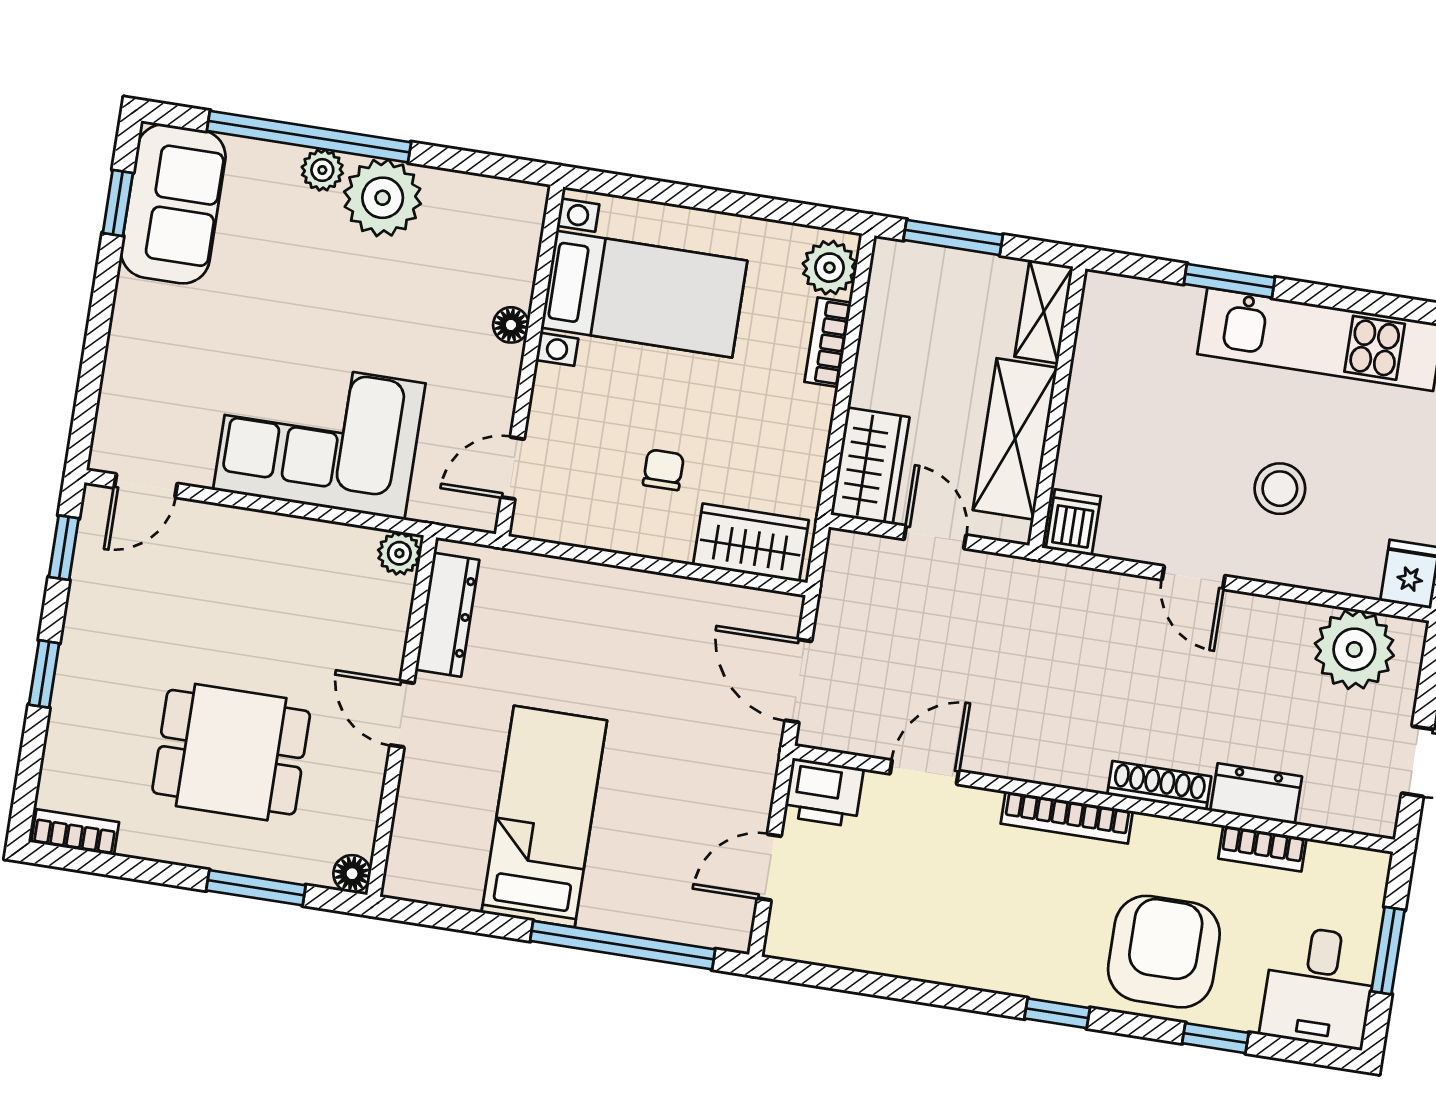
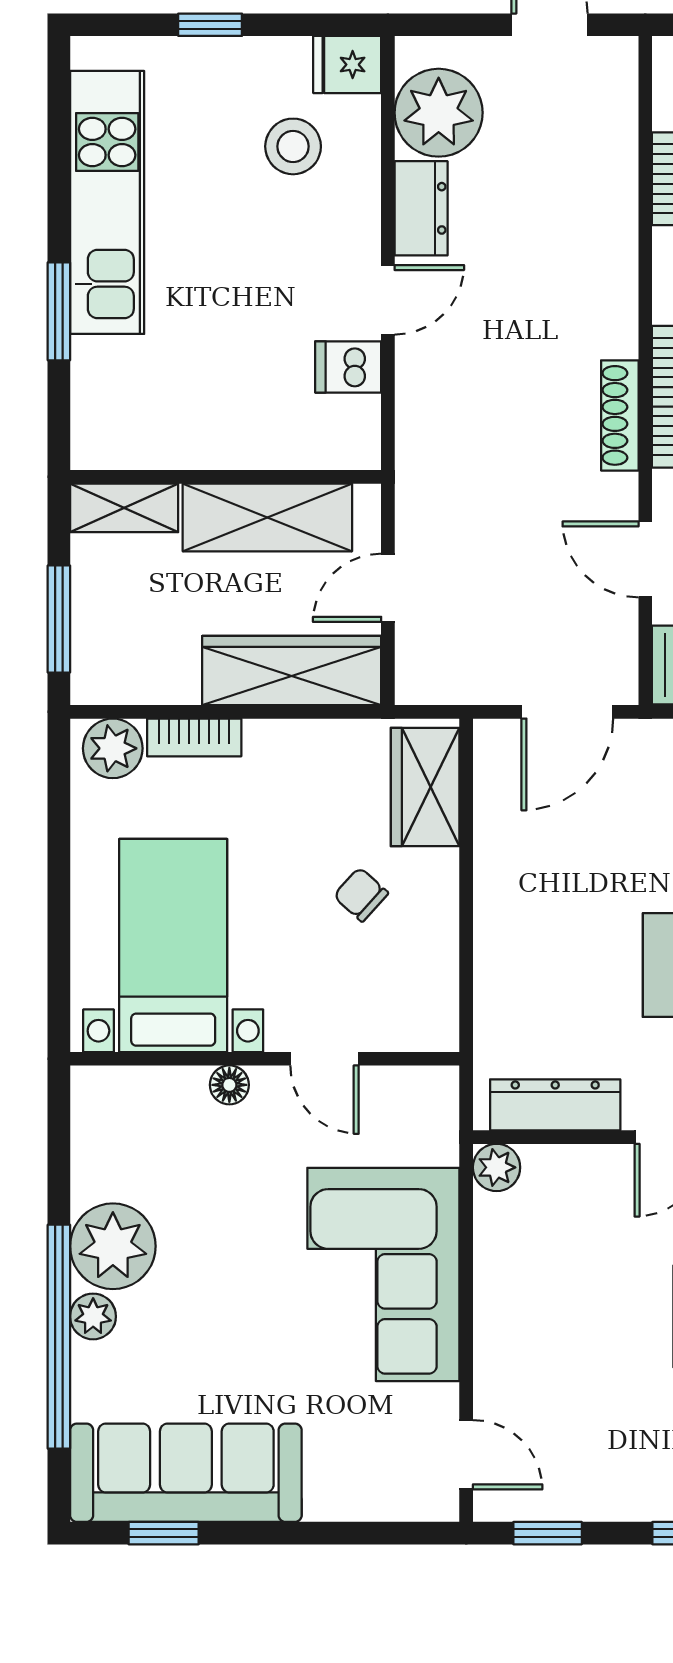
sofa: (173, 204) -> (186, 1473), width x1.36
wardrobe: (870, 466) -> (292, 671), width x1.50
door: (513, 468) -> (325, 1059), moved
chair: (663, 470) -> (361, 895), turned 42
stool: (1280, 489) -> (293, 146), moved
dishwasher: (1073, 522) -> (348, 367), moved
shoe rack: (1159, 786) -> (620, 415), moved
dresser: (1256, 794) -> (421, 208), moved, turned 180

